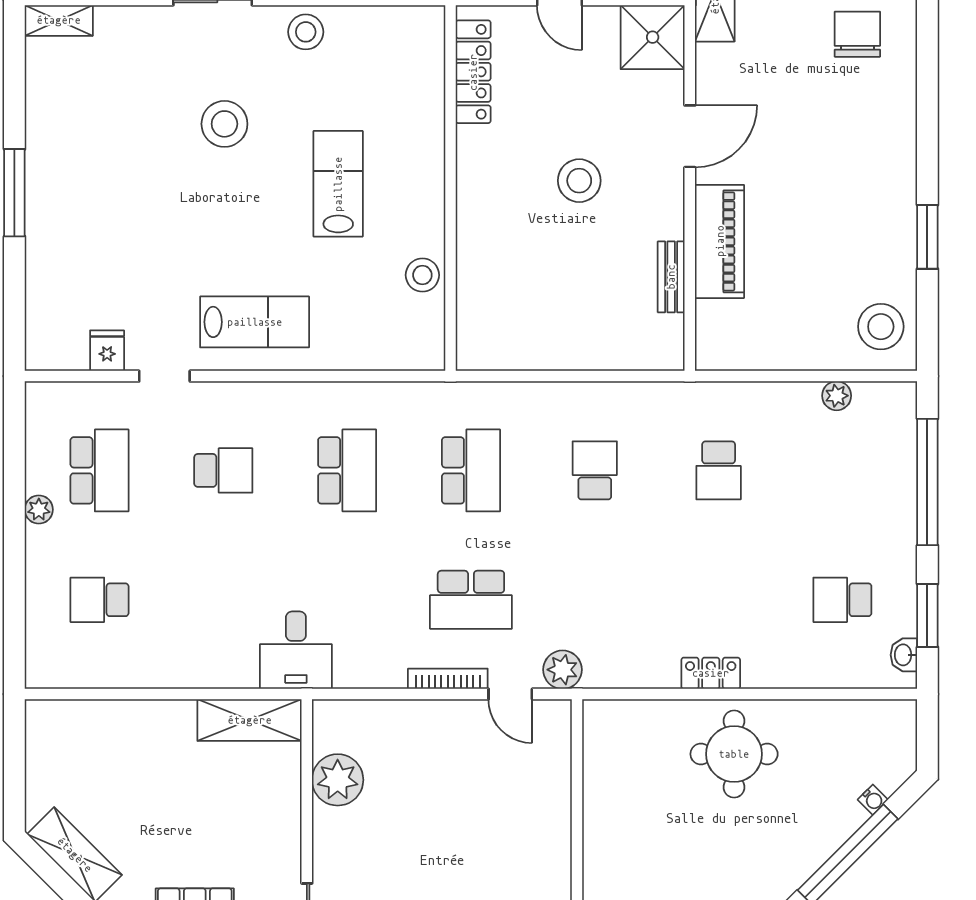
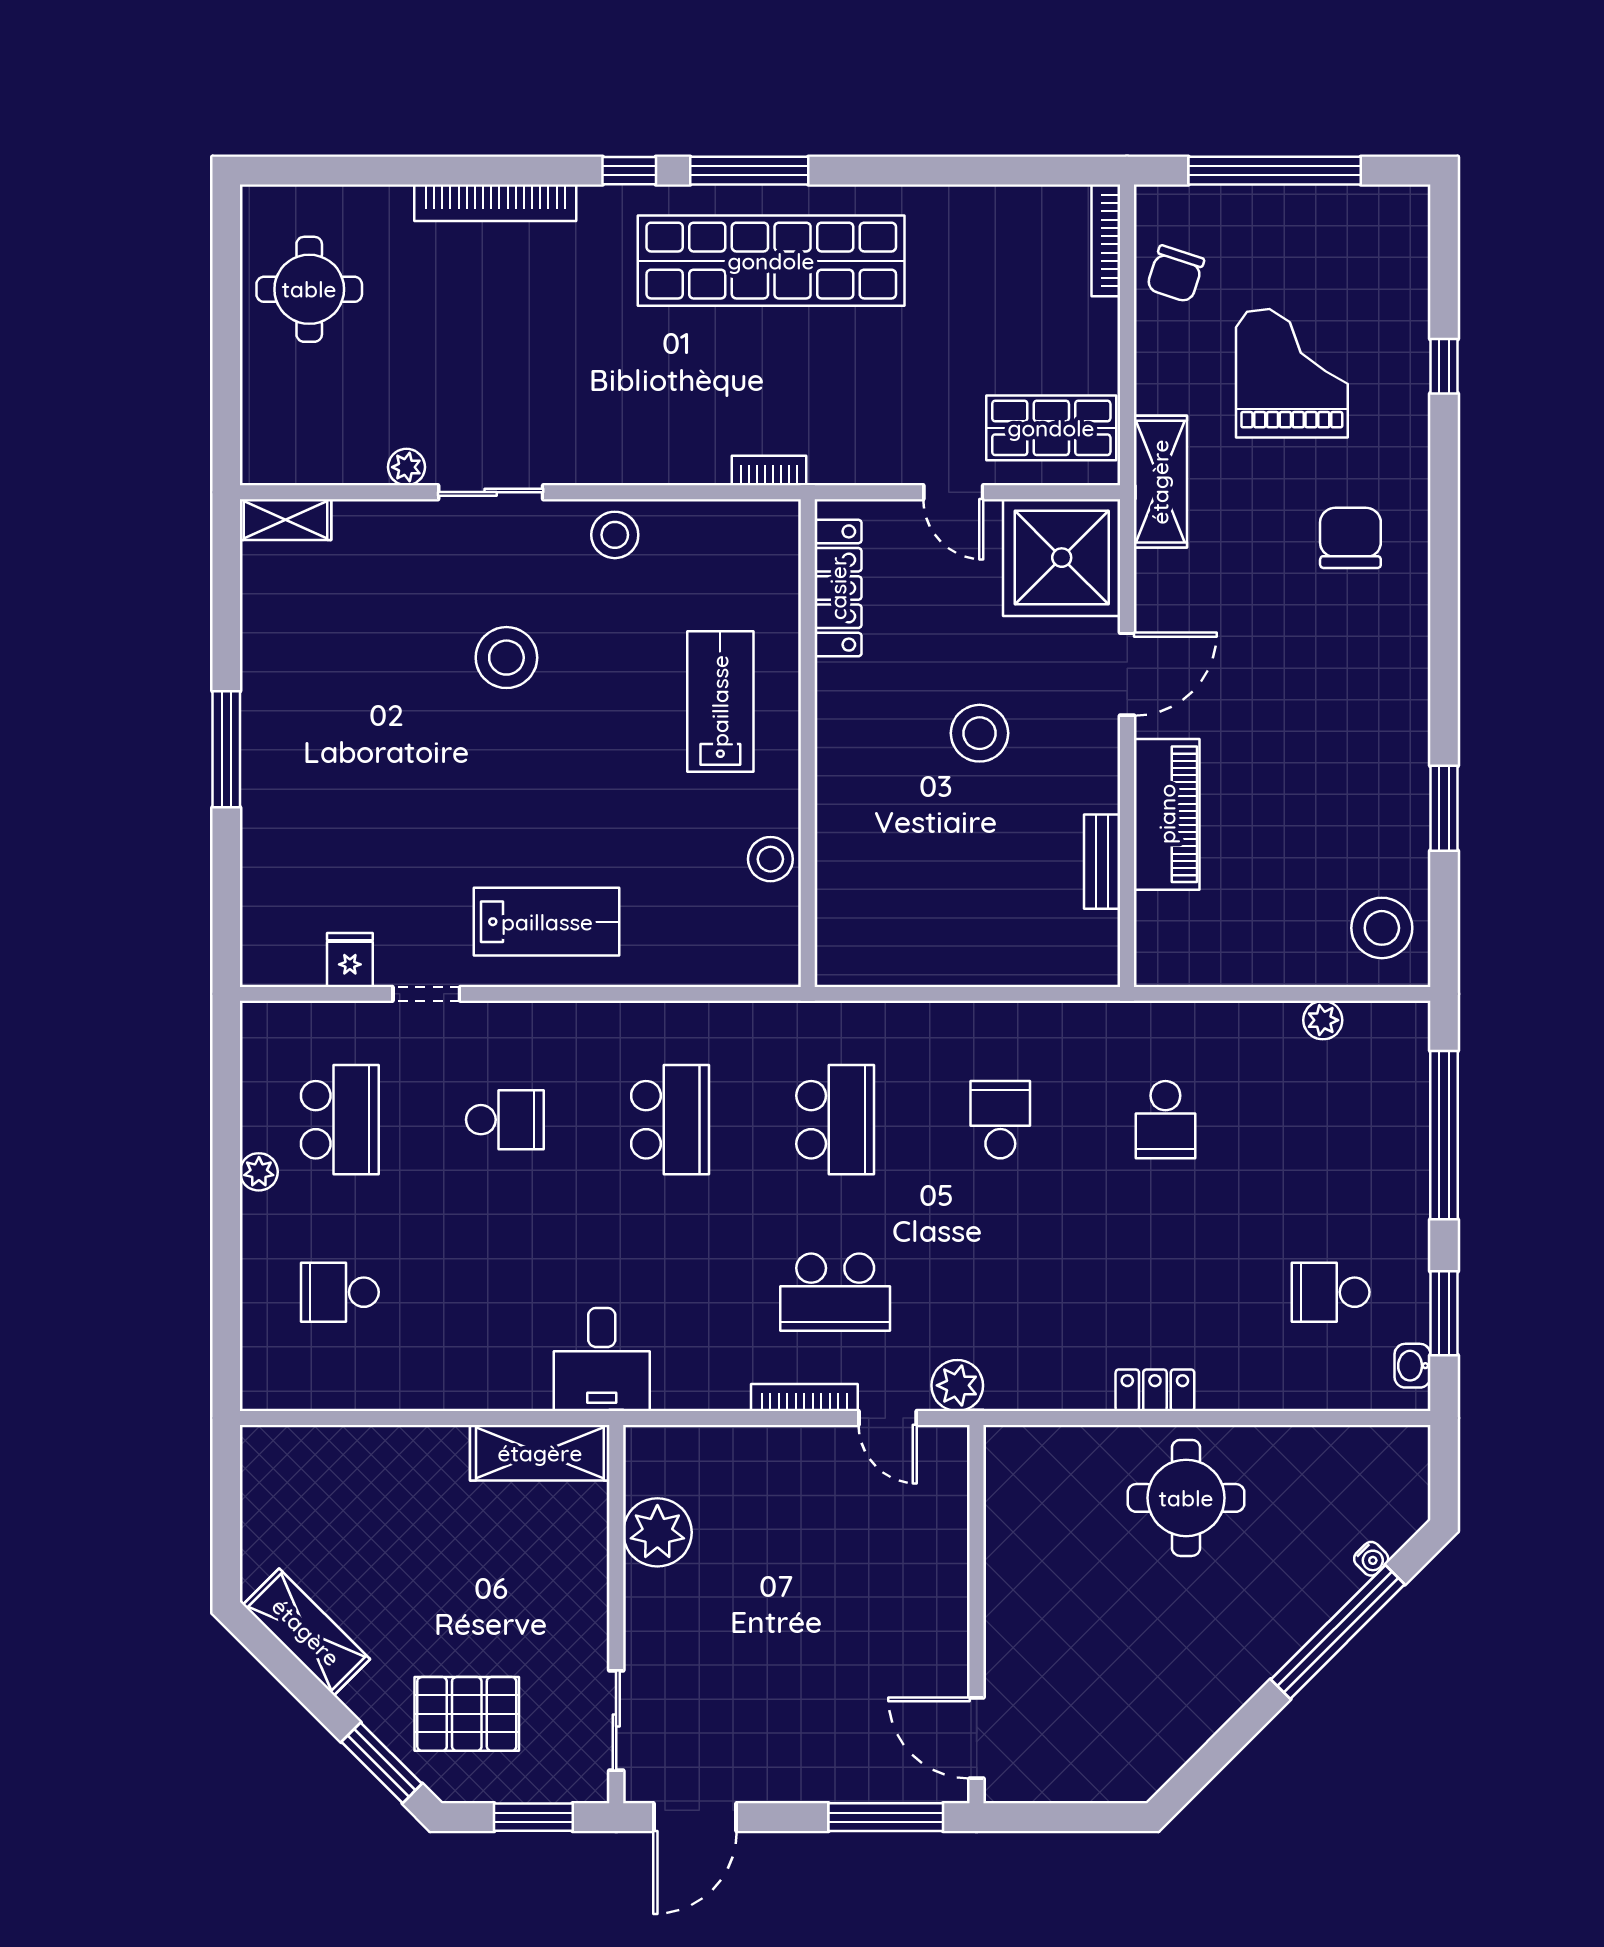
shower: (653, 37) -> (1062, 558), width x1.37, depth x1.37
lab bench: (338, 184) -> (720, 701), moved

